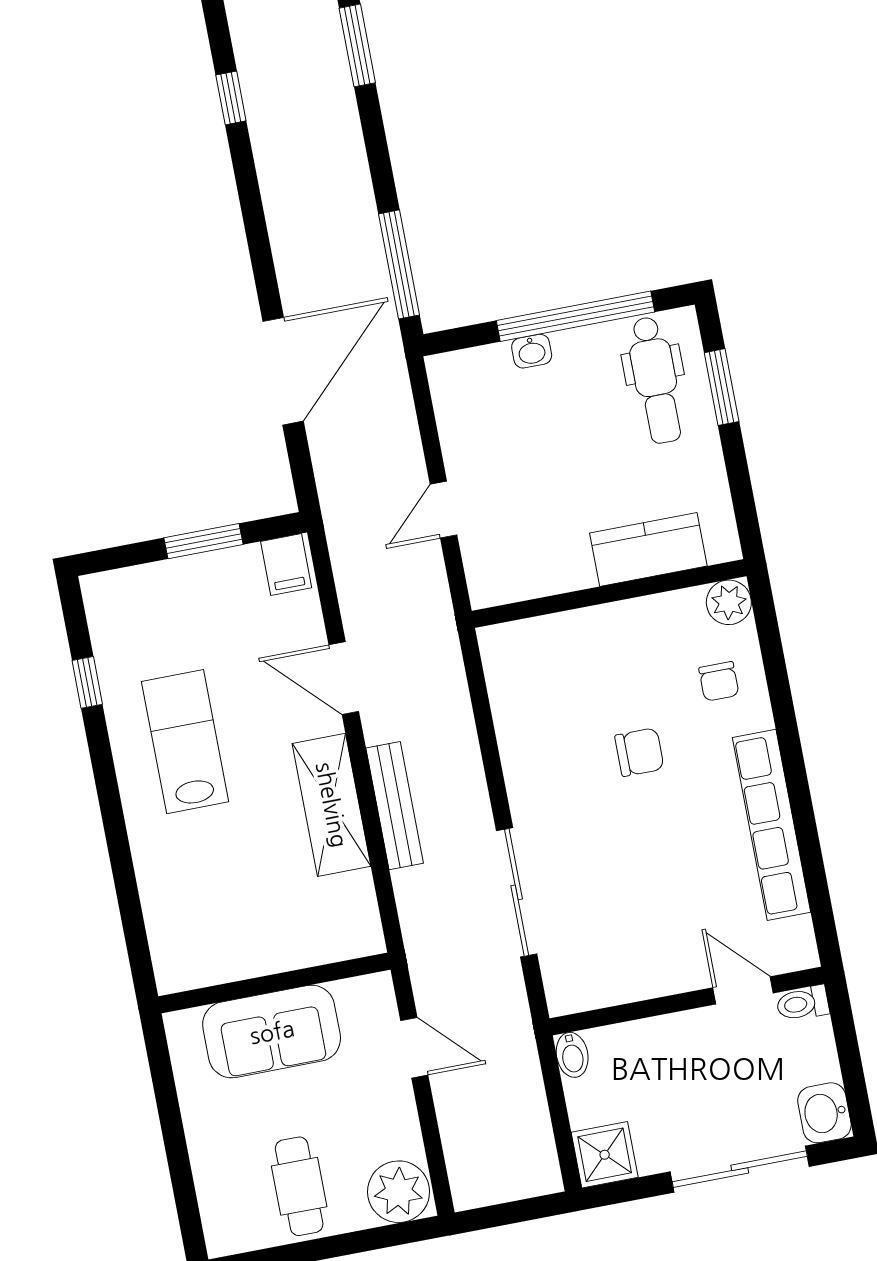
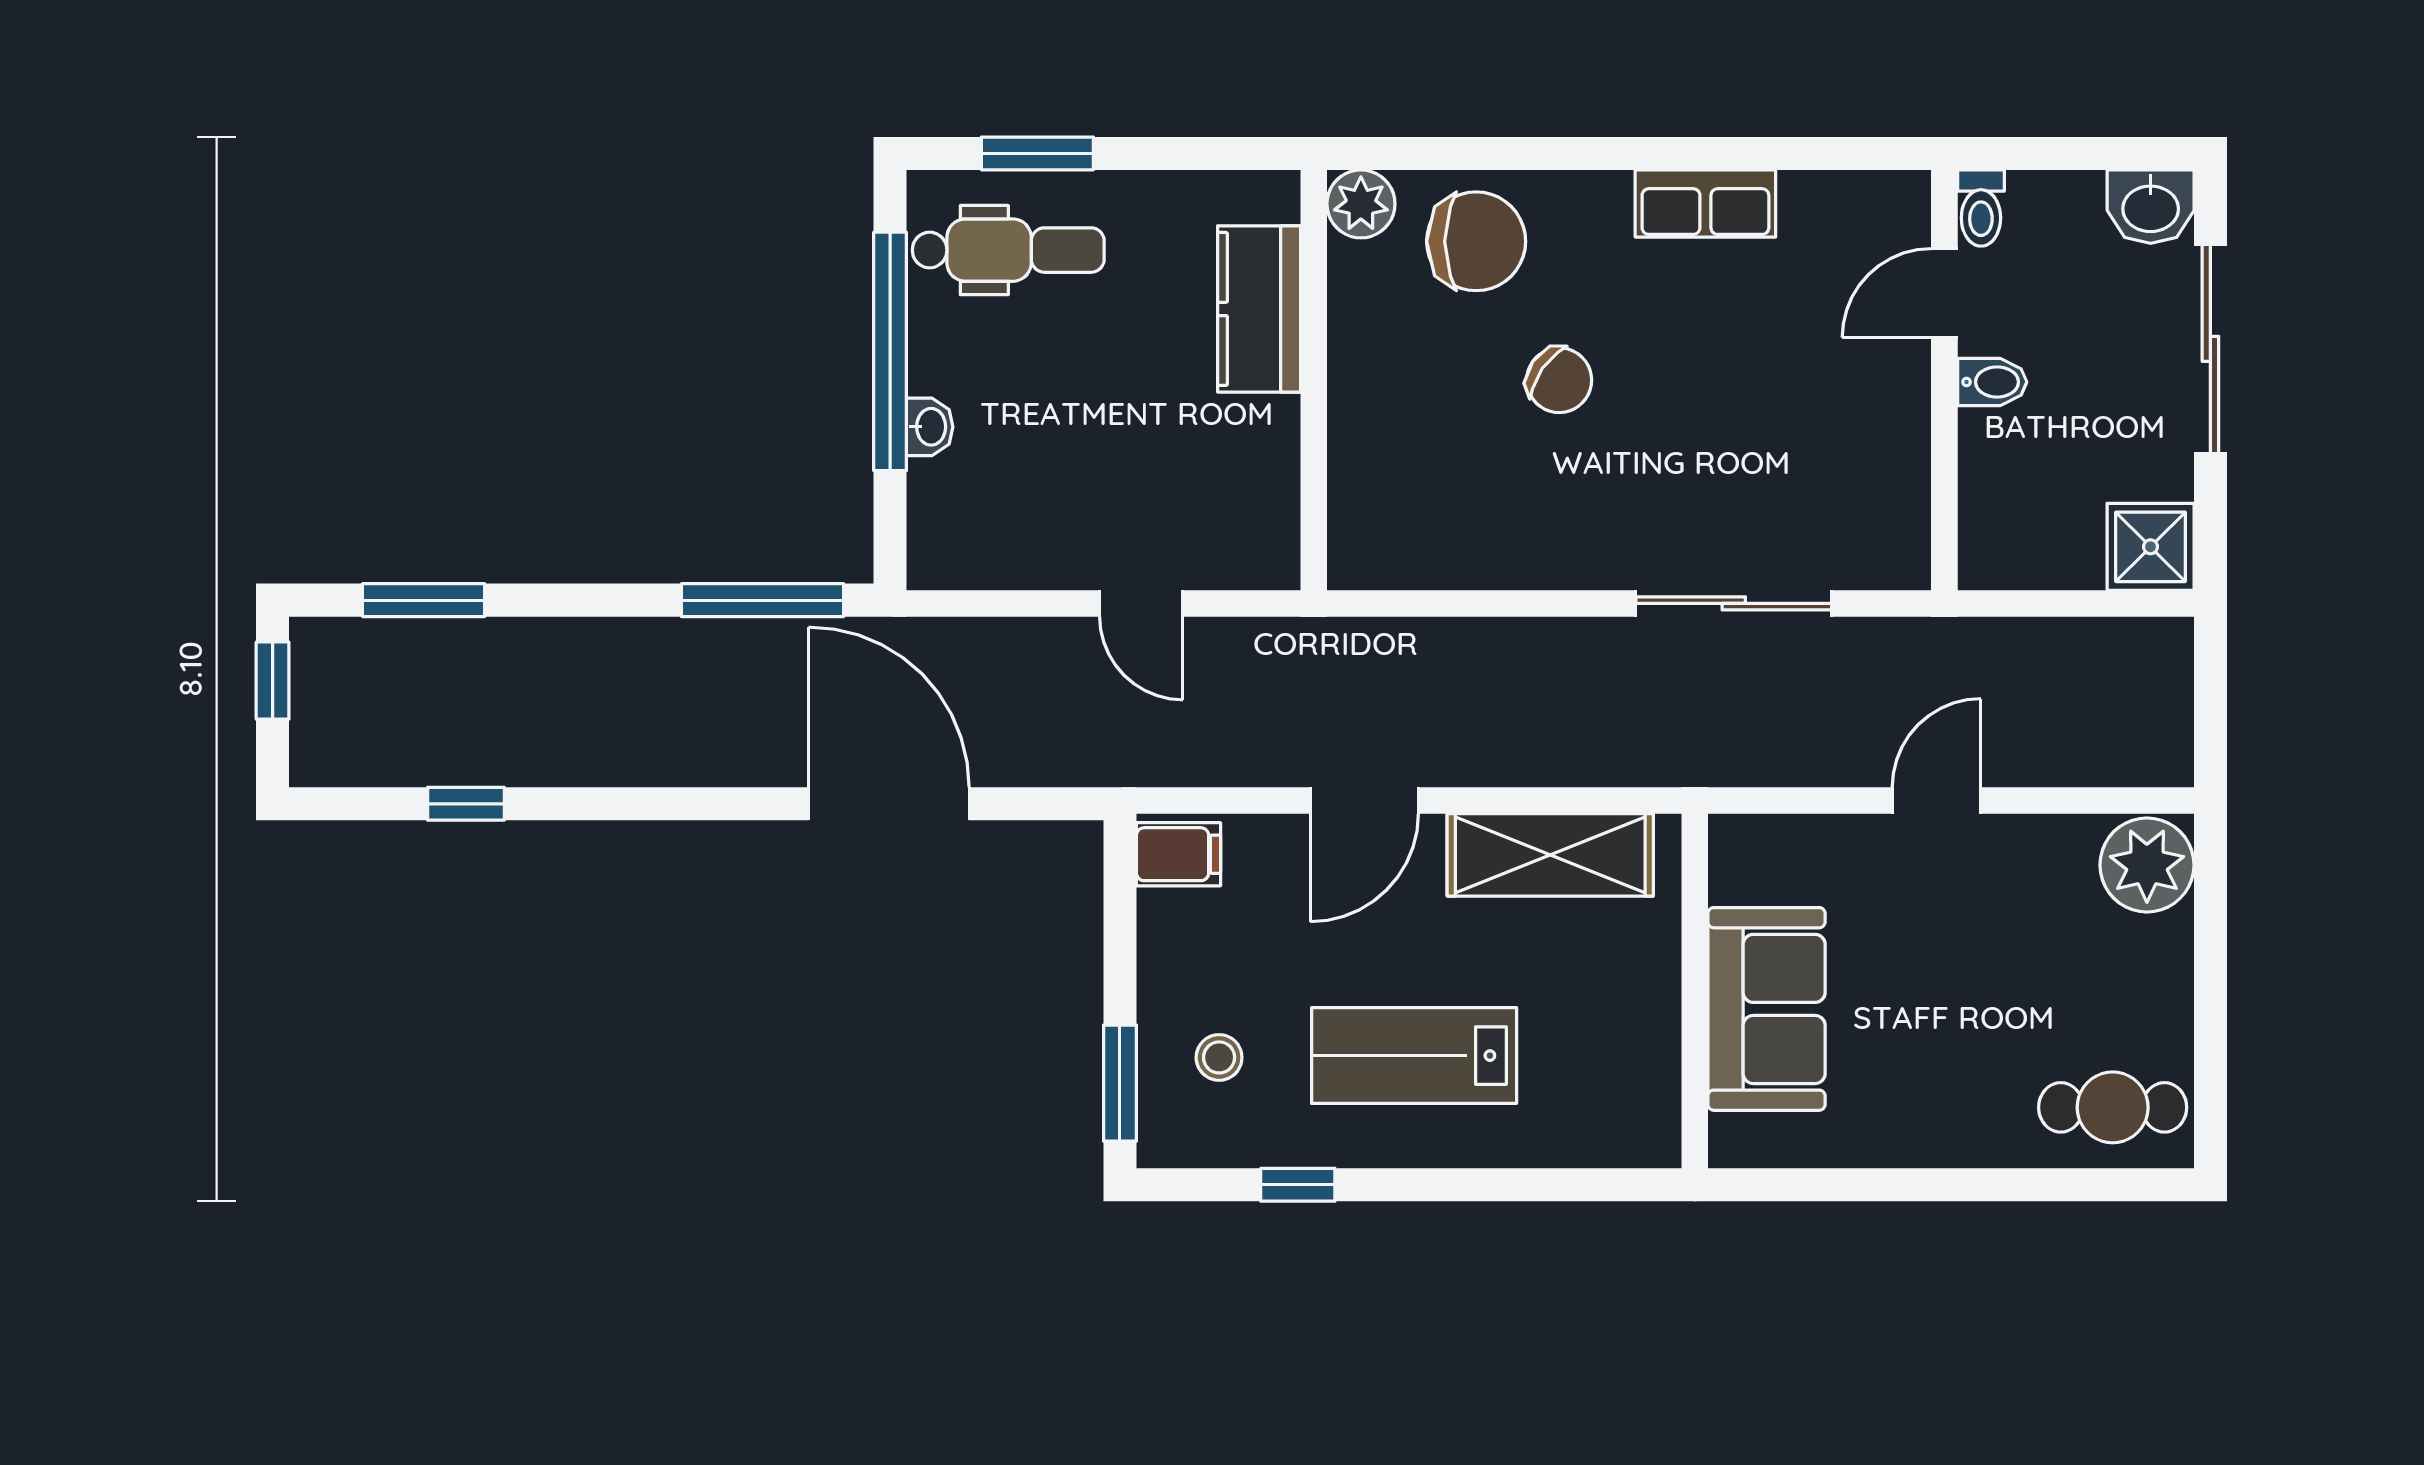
window: (204, 541) -> (1120, 1083), moved
stool: (160, 616) -> (1219, 1057), added
chair: (719, 681) -> (1476, 241), width x1.87, depth x1.87
chair: (639, 752) -> (1559, 380), turned 125
bench: (395, 806) -> (1569, 761), removed
row of seats: (772, 825) -> (1705, 203), width x0.50
wall: (274, 983) -> (1695, 991), moved
sofa: (272, 1032) -> (1767, 1009), moved
bidet: (572, 1055) -> (1992, 382), moved
cafe table: (299, 1186) -> (2113, 1107), moved

